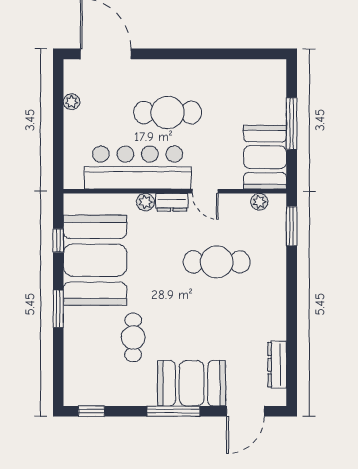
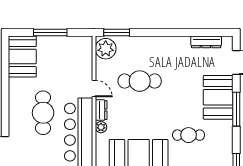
booth: (265, 157) -> (22, 57), moved, turned 90
door: (205, 191) -> (94, 88), hinge flipped
plant: (259, 202) -> (106, 49), width x1.87, depth x1.87
cafe table: (217, 262) -> (140, 81), turned 90

